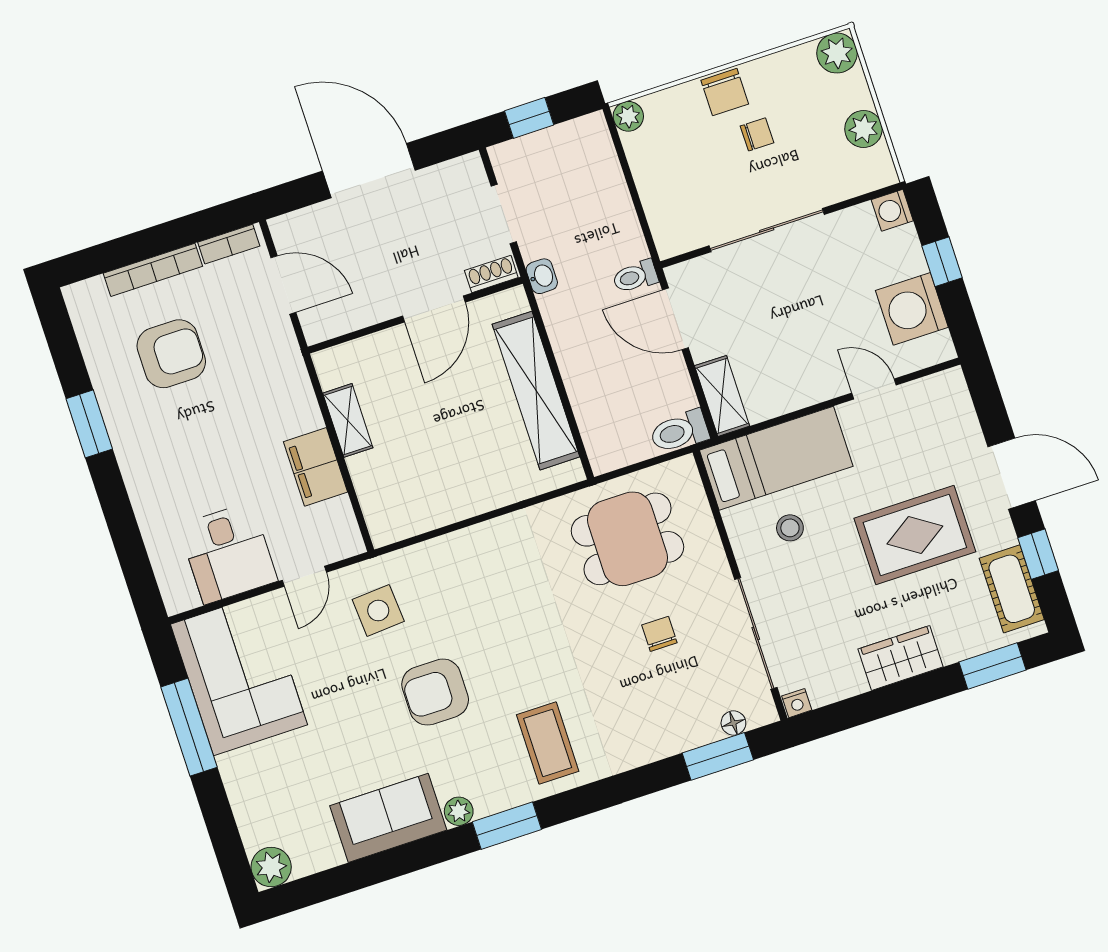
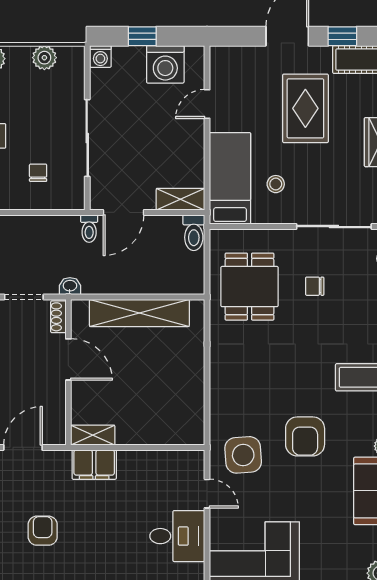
chair: (757, 134) -> (38, 173), moved
armchair: (171, 354) -> (43, 531), width x0.72, depth x0.72
shelving: (348, 420) -> (93, 435), moved
filing cabinet: (316, 467) -> (94, 465), moved
side table: (378, 610) -> (243, 455), width x1.37, depth x1.37

